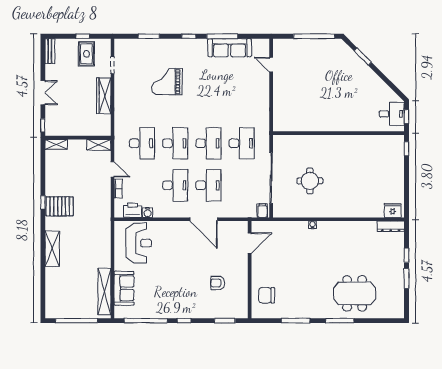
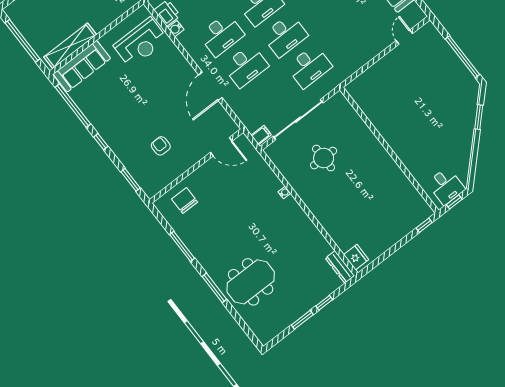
sofa: (124, 288) -> (82, 66), width x1.36
meeting table: (355, 293) -> (251, 282), turned 90

